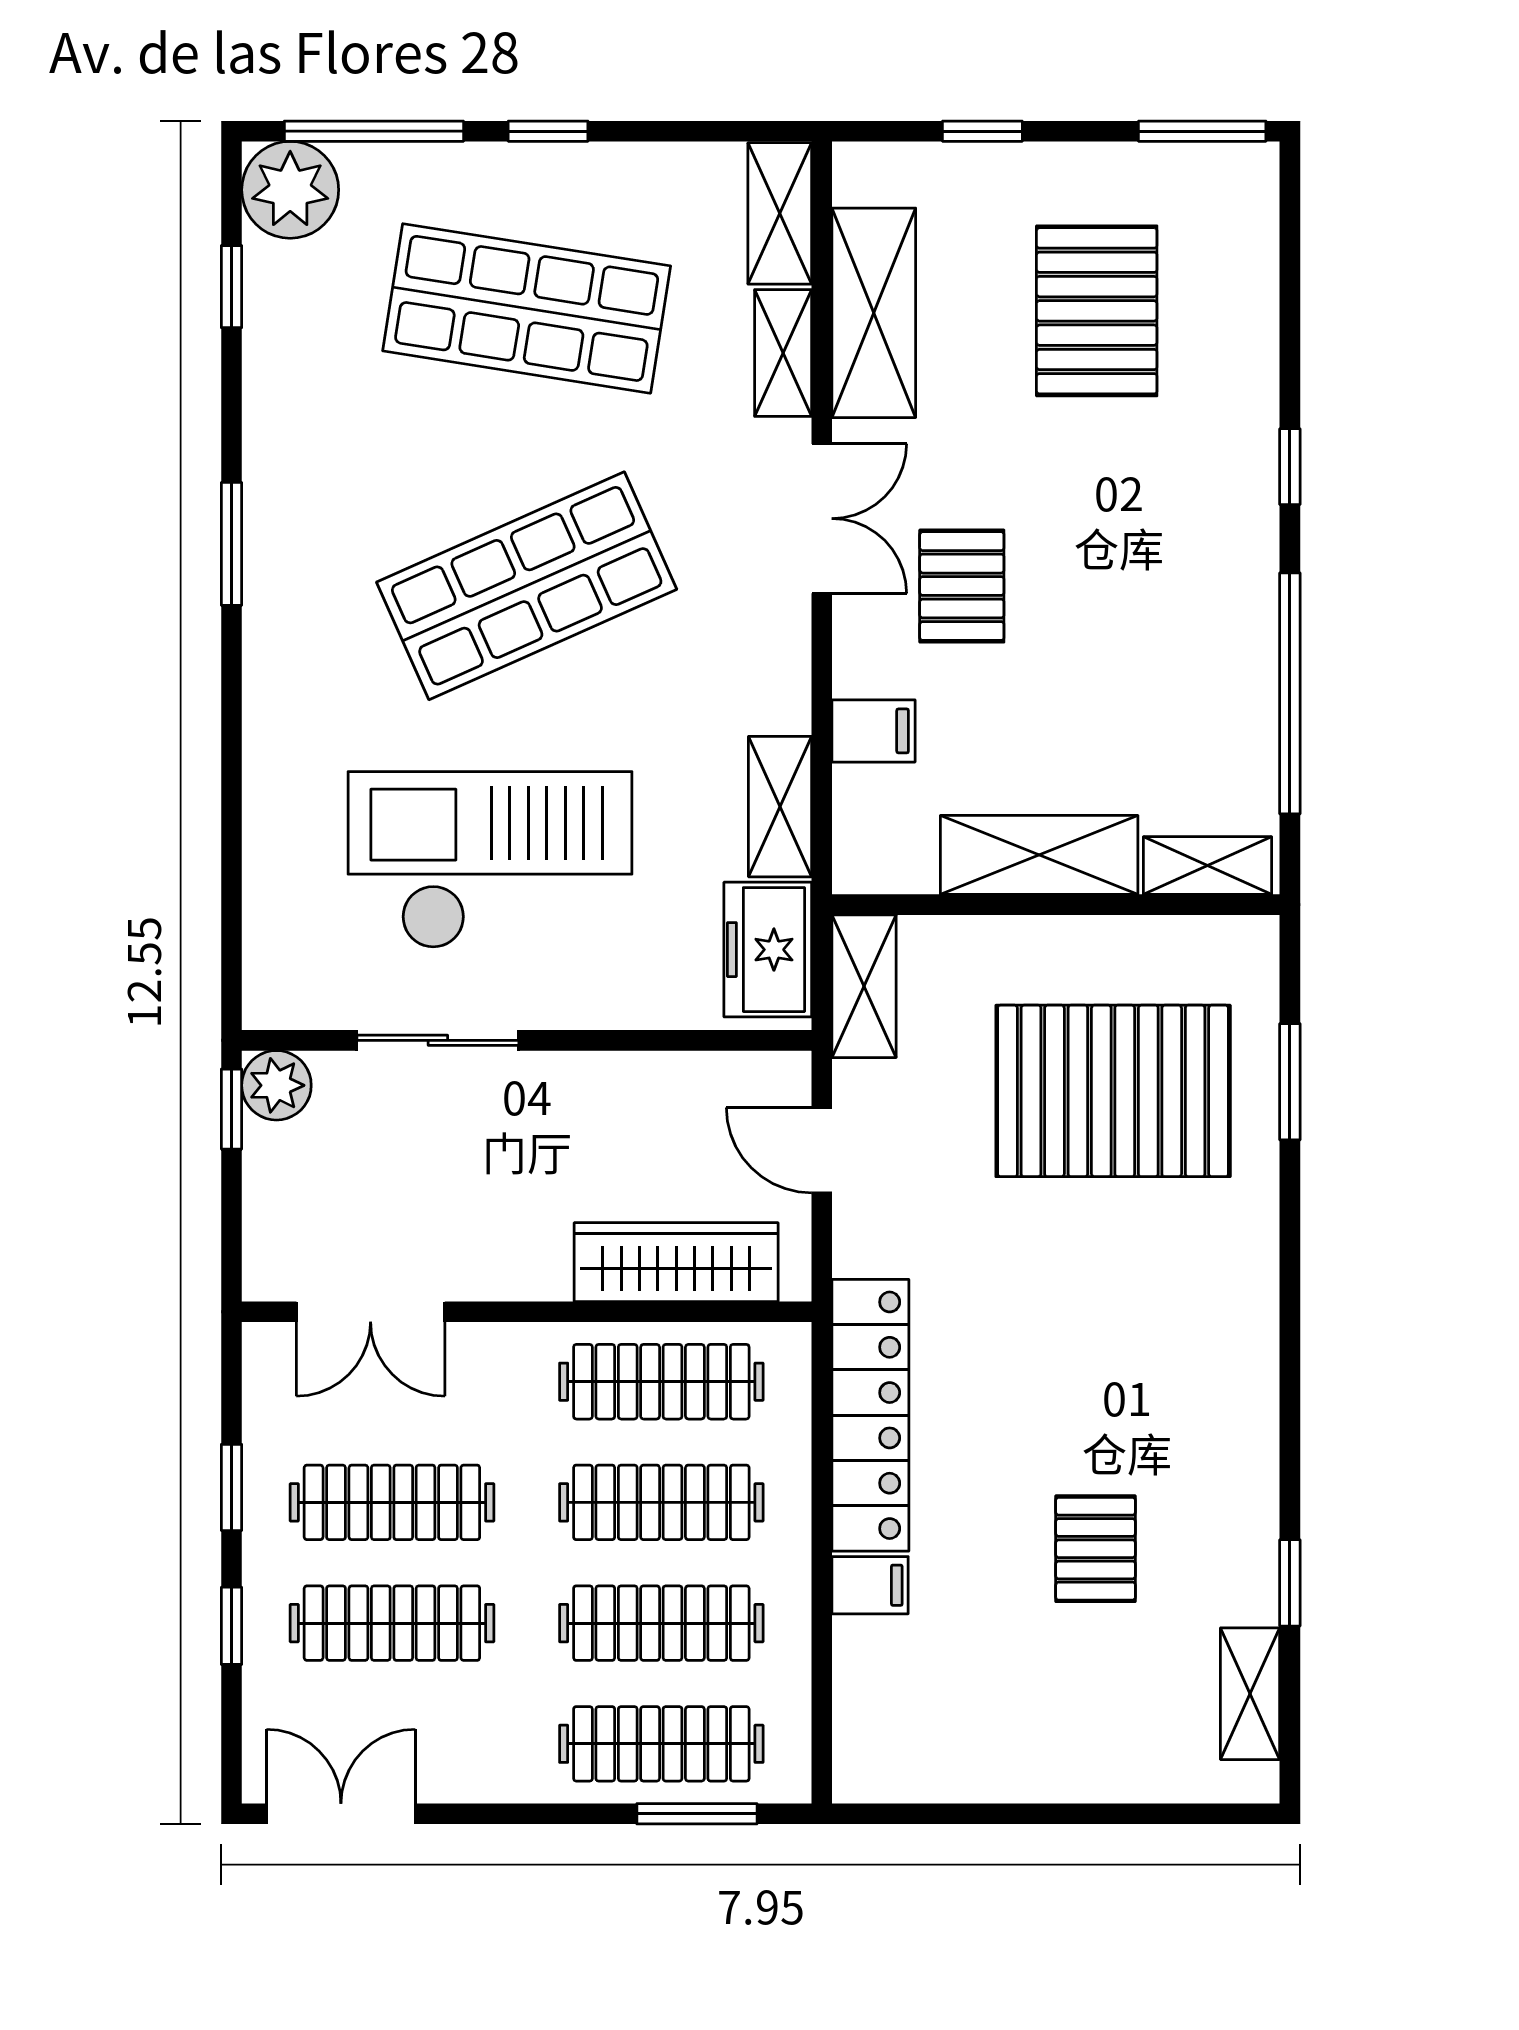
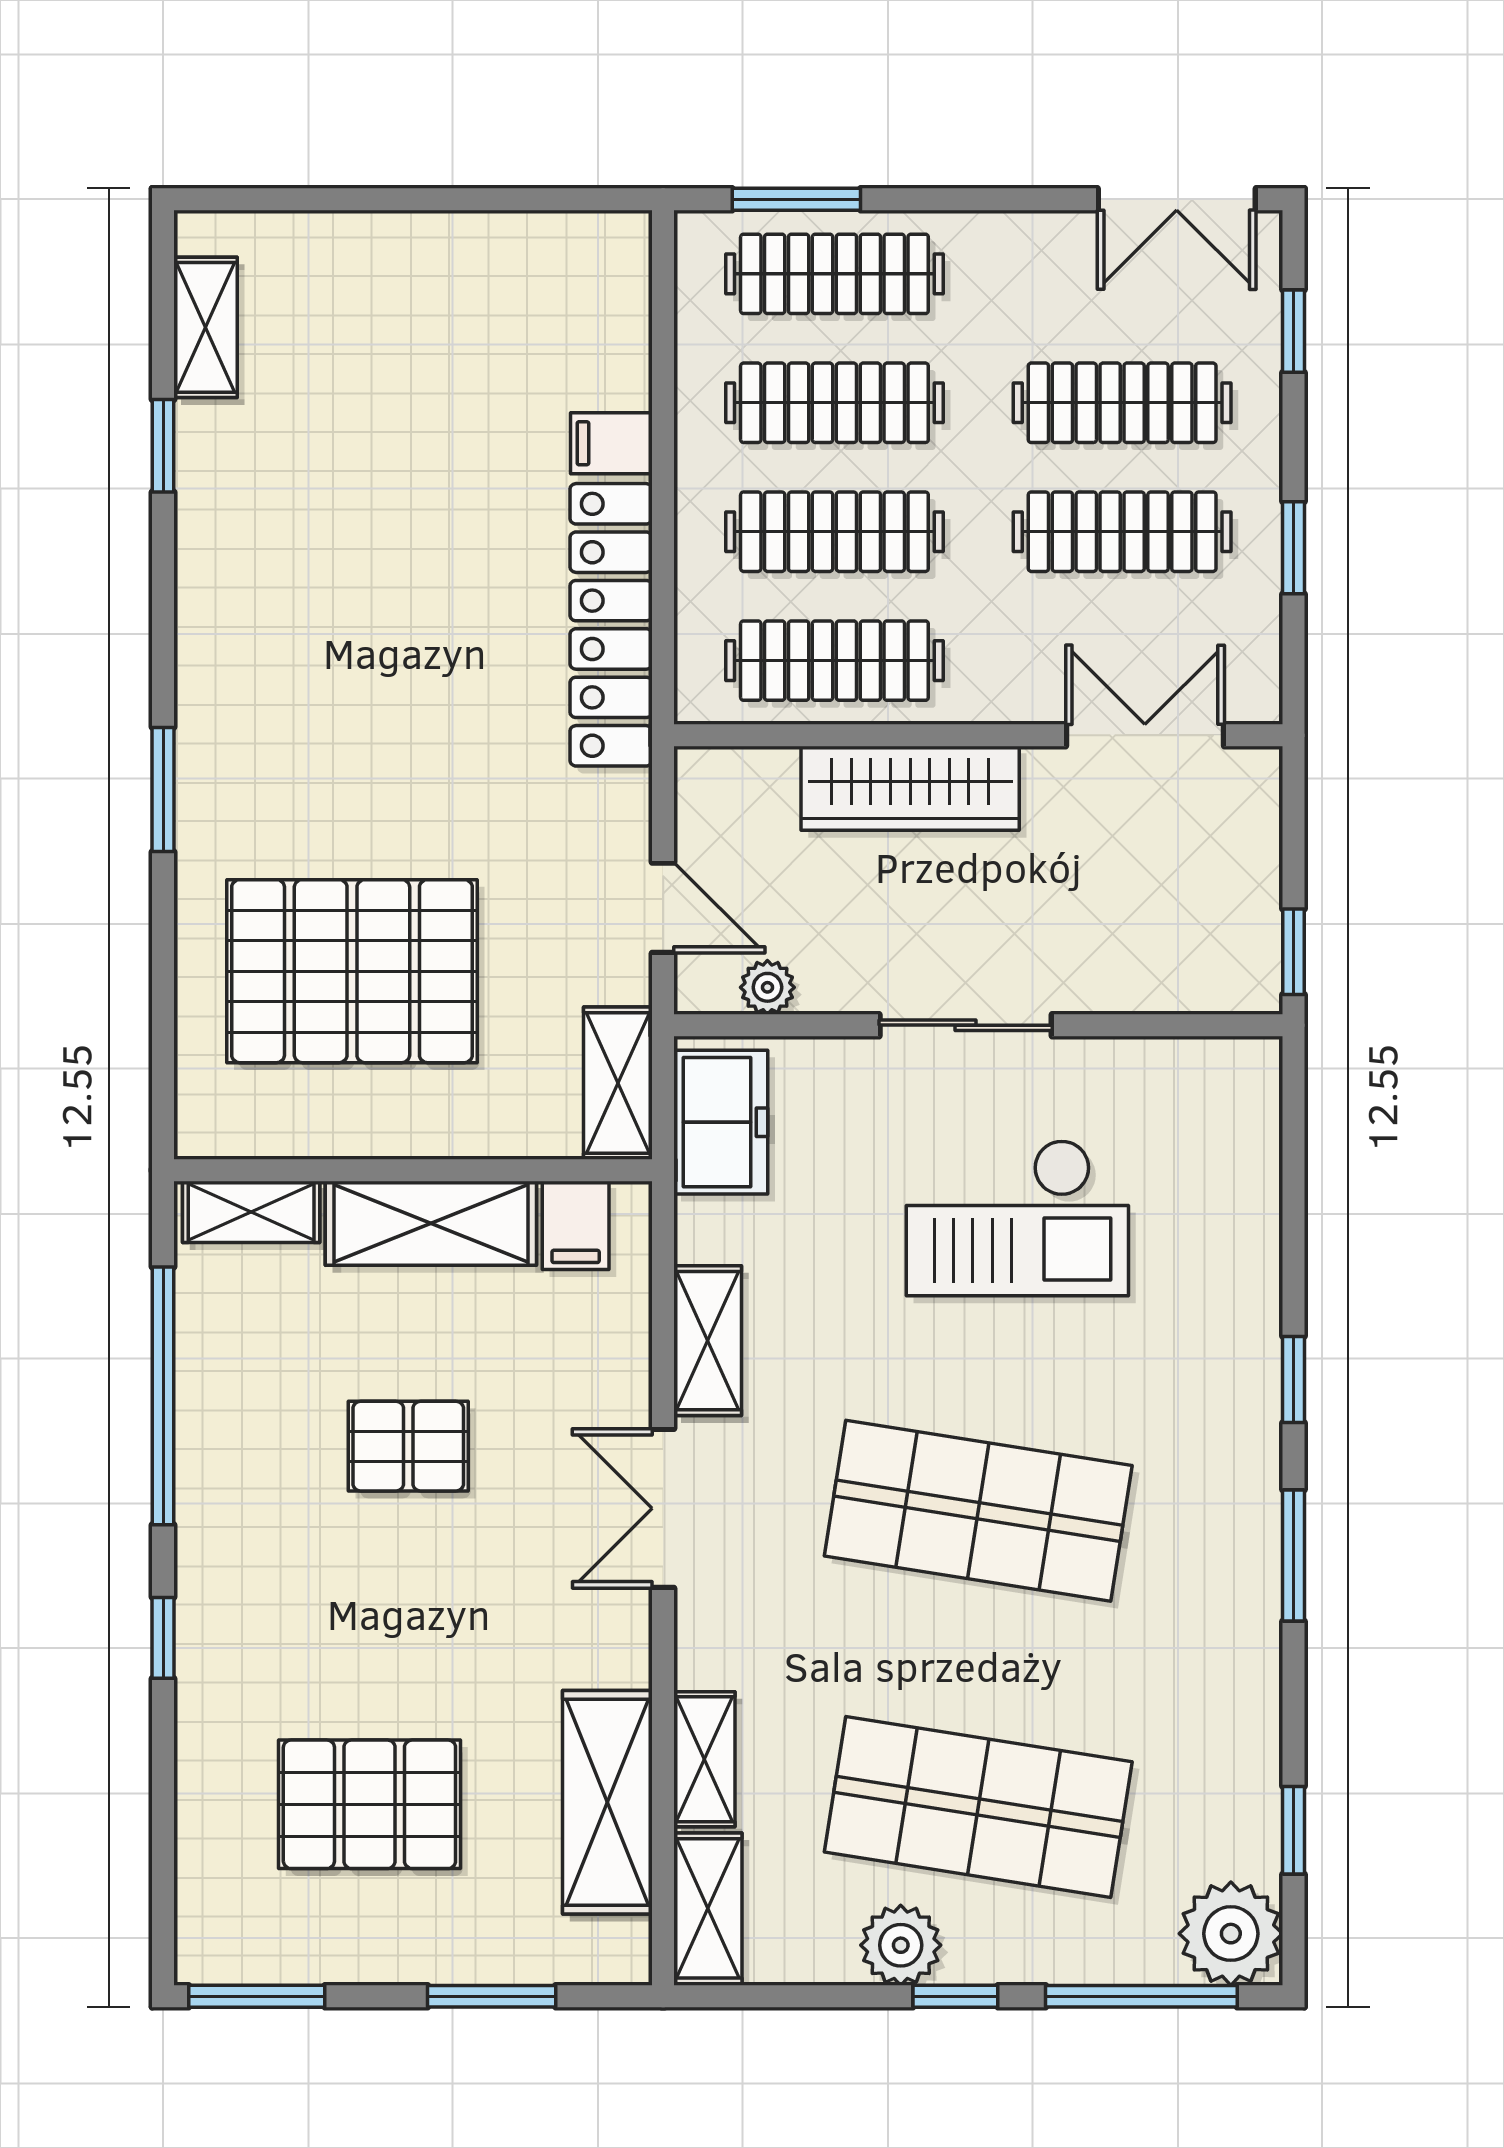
window: (982, 131) -> (492, 1996), width x1.50
plant: (599, 179) -> (901, 1945), added
pallet: (1097, 311) -> (369, 1804), turned 90
double door: (822, 519) -> (663, 1508), moved
shop shelf: (527, 586) -> (978, 1511), turned 33
pallet: (962, 586) -> (408, 1446), moved, turned 90
window: (232, 709) -> (1293, 1380), added
filing cabinet: (873, 731) -> (576, 1225), moved, turned -90
shelving: (780, 807) -> (708, 1341), moved
checkout: (490, 860) -> (1017, 1218), width x0.73, depth x0.83
sliding door: (438, 1040) -> (966, 1025), moved
window: (1290, 1082) -> (163, 790), moved
plant: (276, 1085) -> (767, 987), moved, width x0.73, depth x0.73
wardrobe: (676, 1262) -> (910, 788), moved
pallet: (1096, 1549) -> (371, 482), removed
window: (232, 1626) -> (1293, 331), moved

